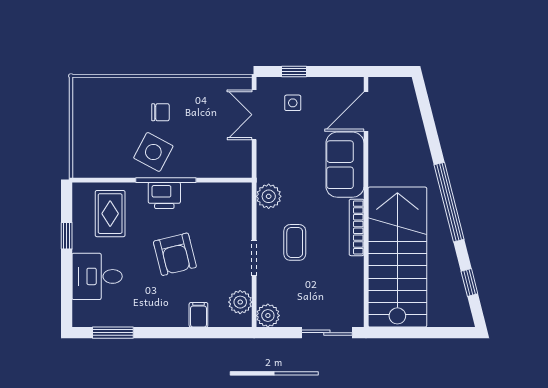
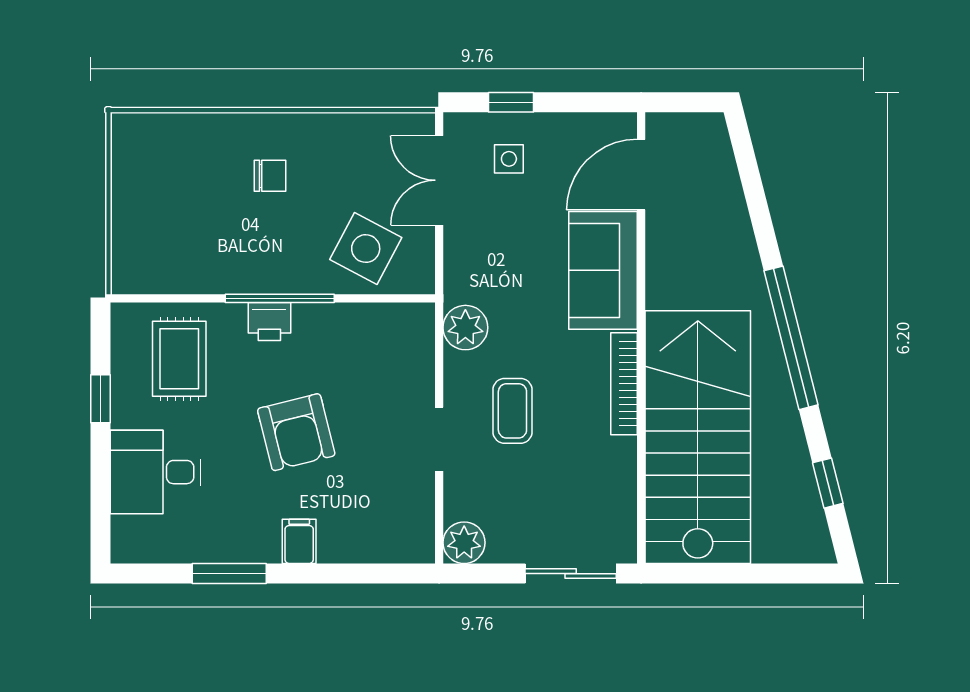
side table: (153, 152) -> (366, 249), moved
printer: (164, 196) -> (269, 321), width x0.73, depth x0.81
plant: (240, 302) -> (414, 518), removed
filing cabinet: (198, 315) -> (299, 541), moved
window: (113, 333) -> (229, 574), moved

